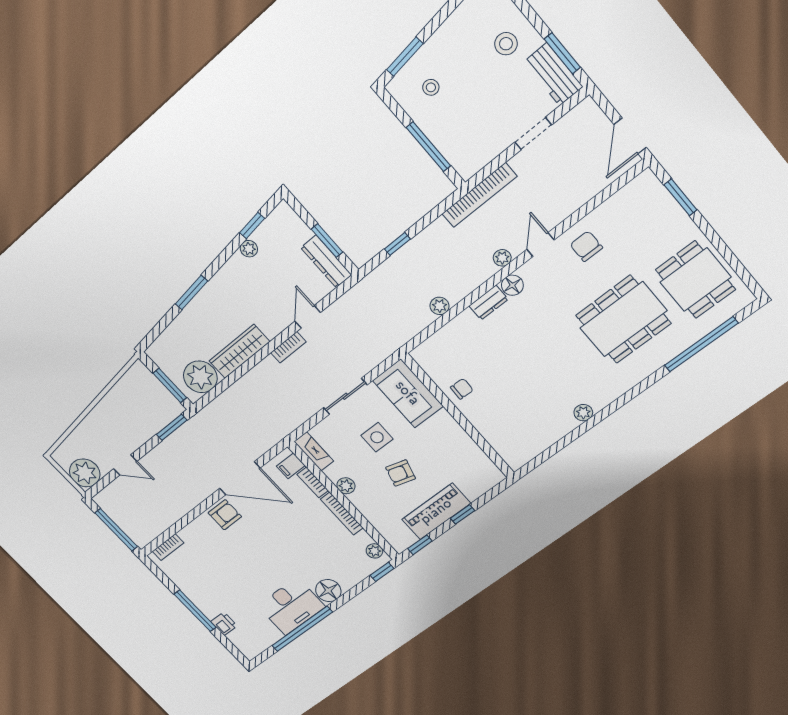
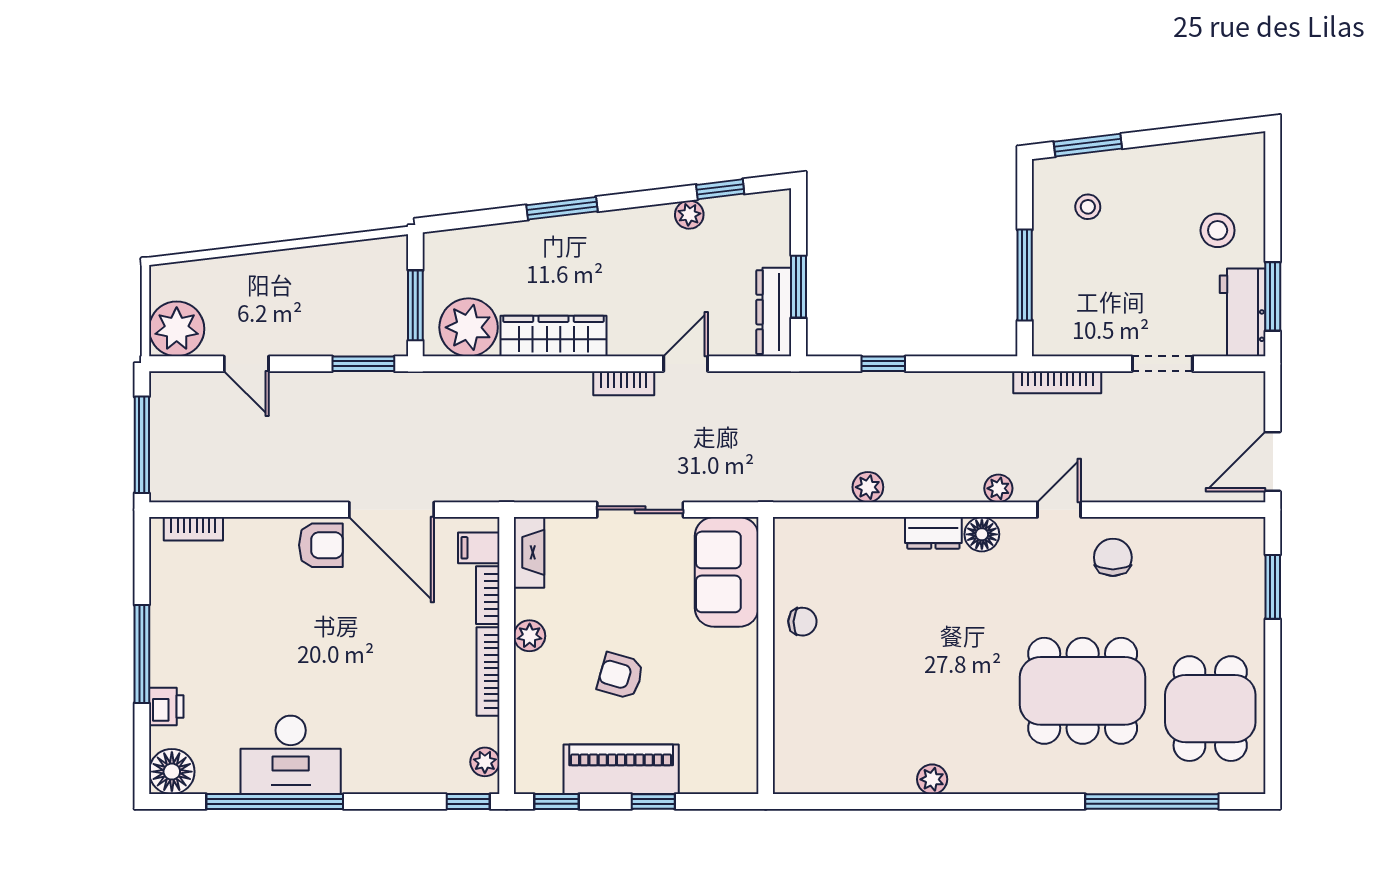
bookcase: (479, 195) -> (1057, 382), width x0.68, depth x0.76
side table: (377, 437) -> (633, 600), removed
floor lamp: (328, 591) -> (172, 772), moved

